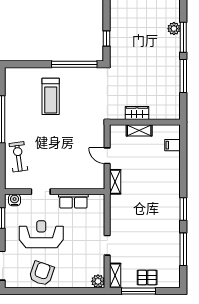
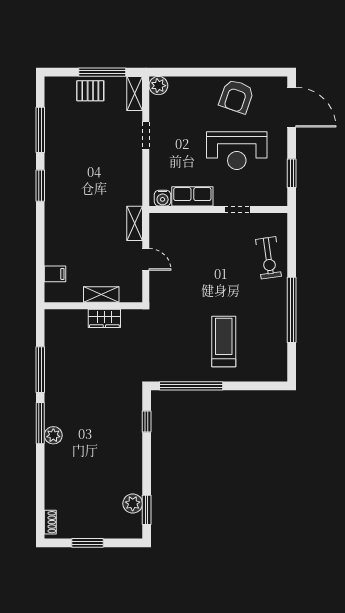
water cooler: (15, 200) -> (163, 198), moved

